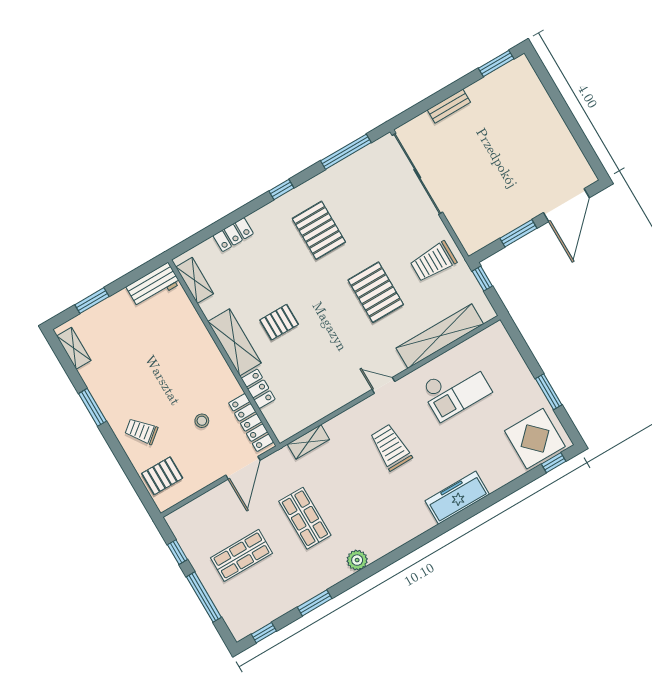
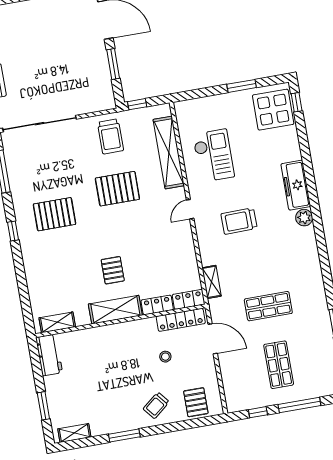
locker: (233, 235) -> (189, 299), moved, turned -90
plant: (357, 560) -> (304, 218), moved

